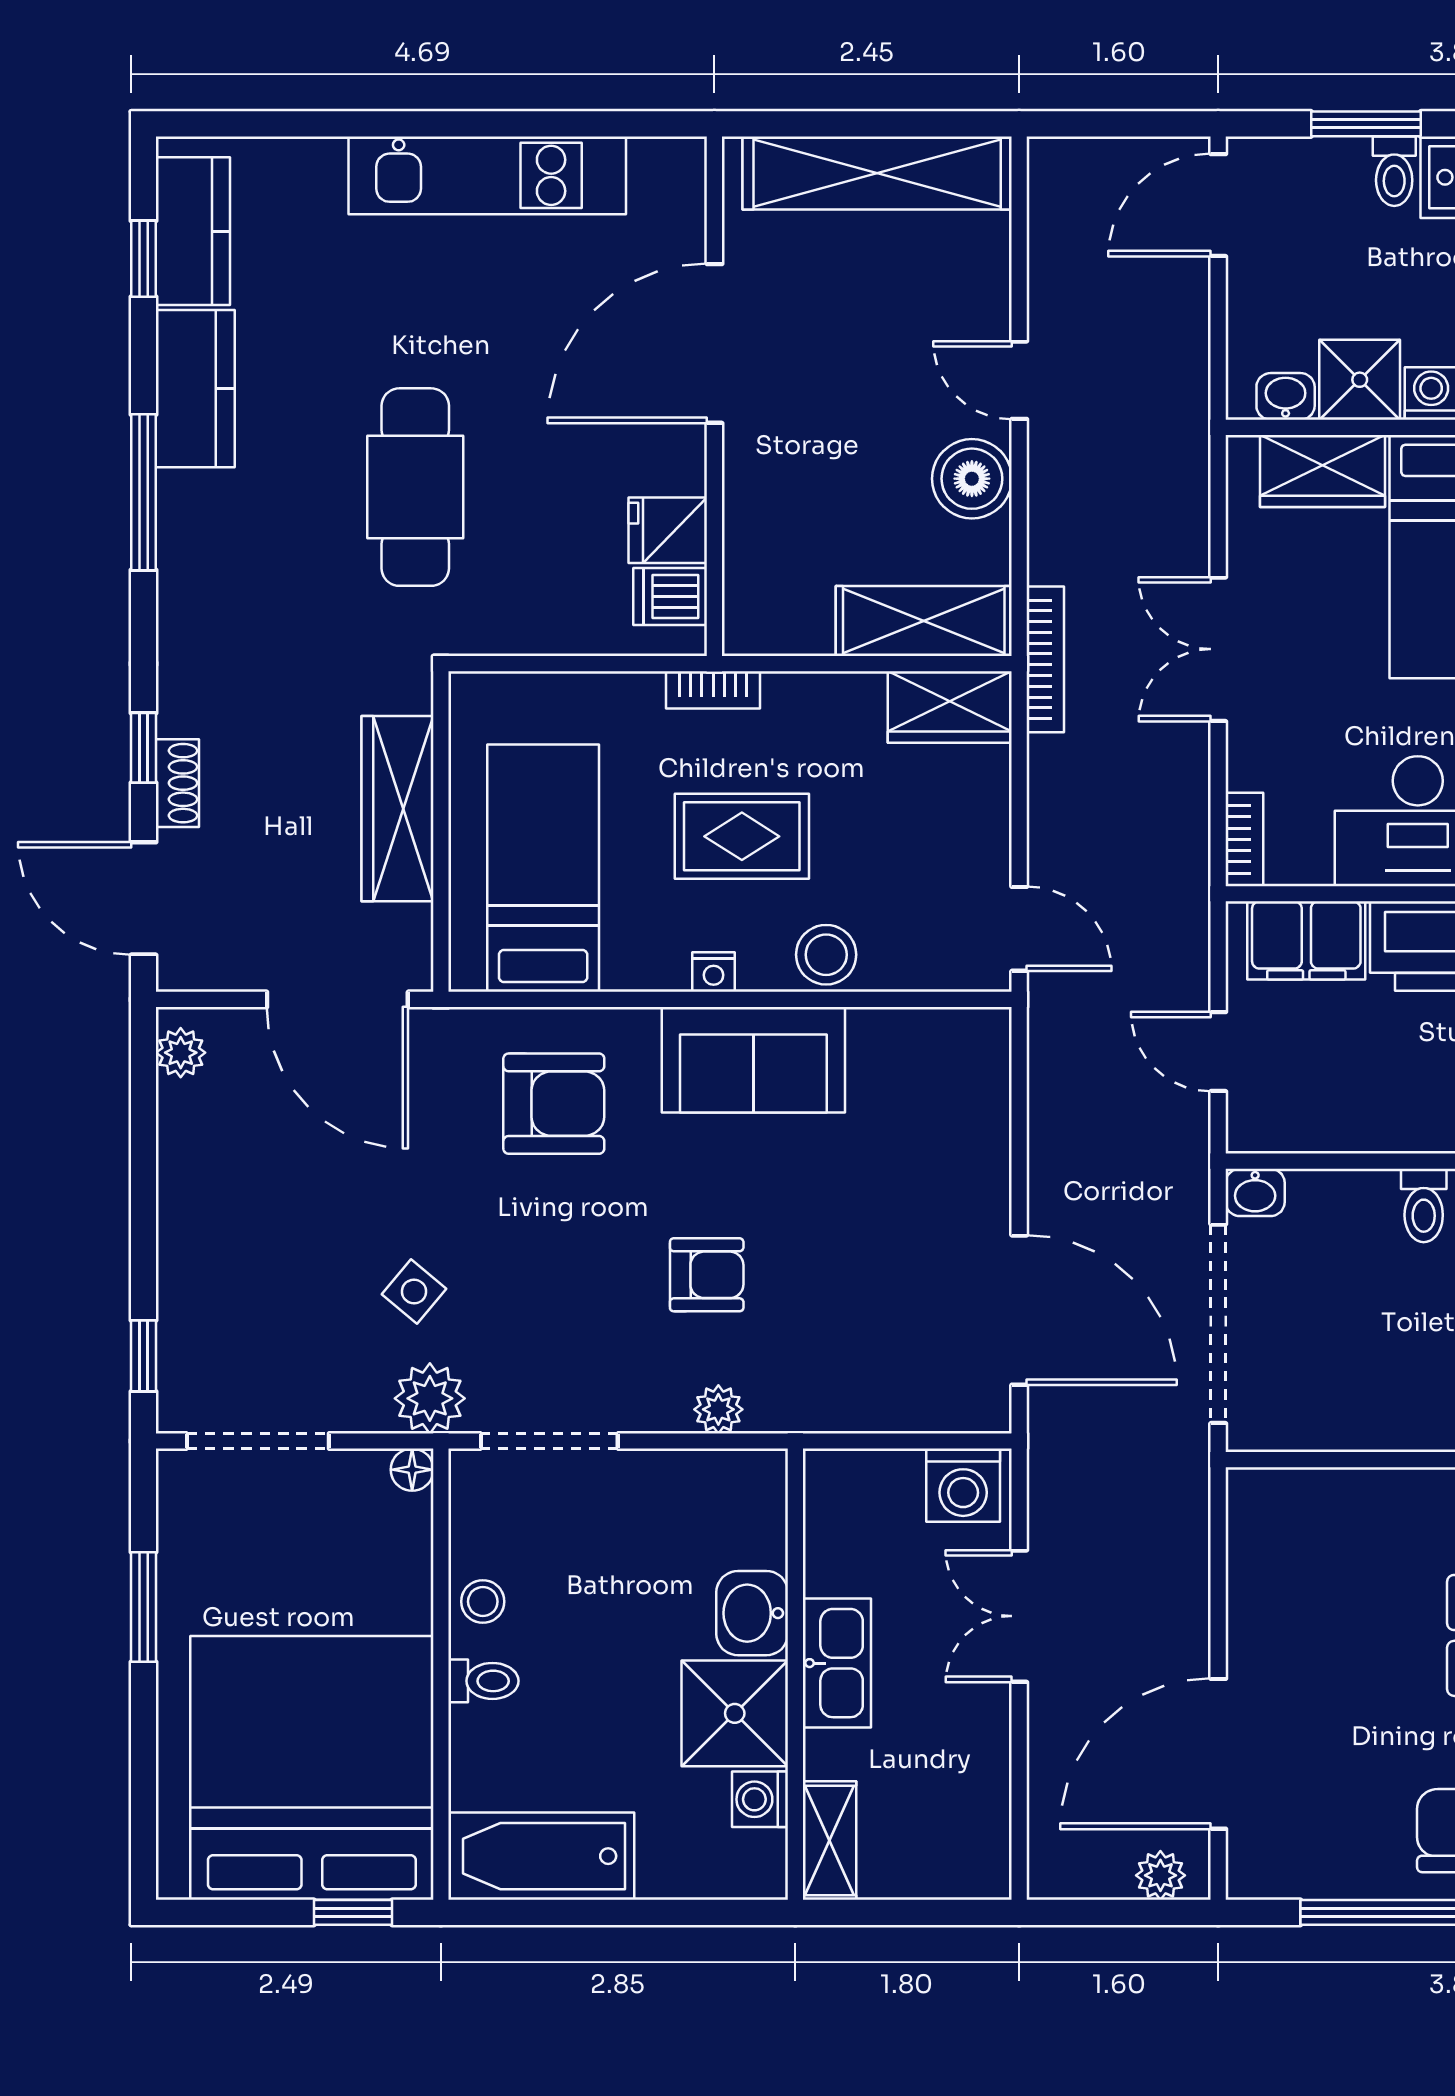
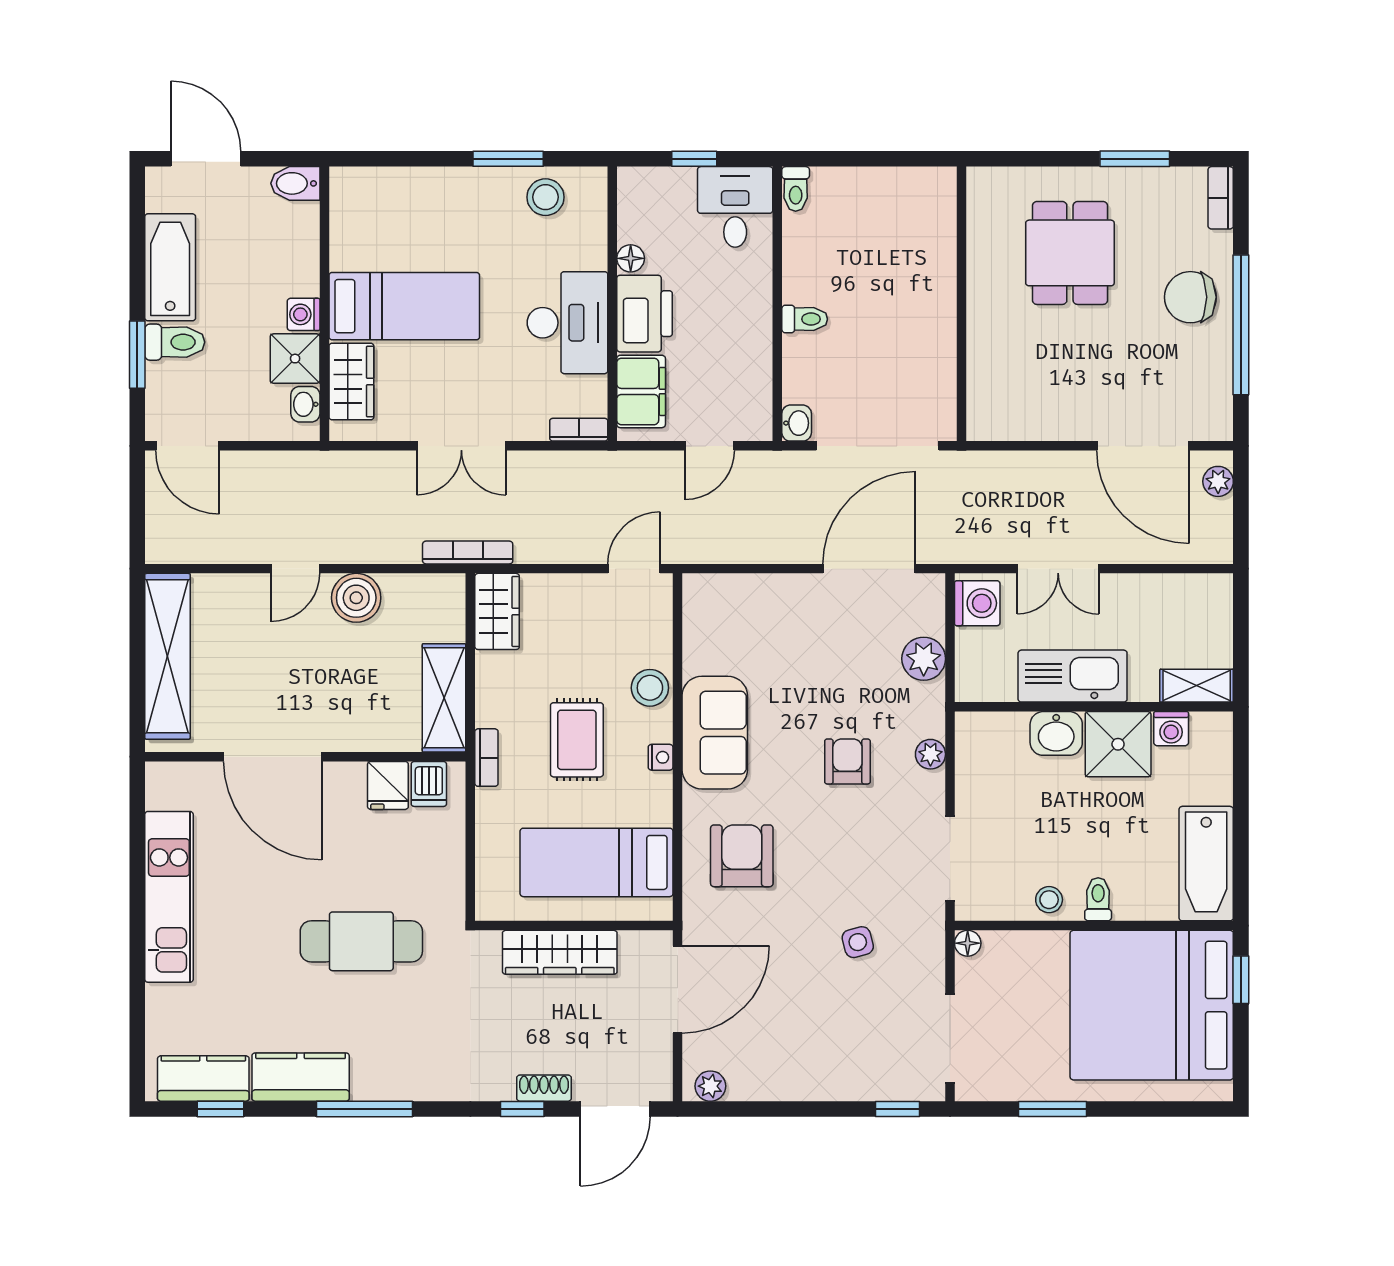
toilet: (1394, 171) -> (175, 342), width x1.37, depth x1.39
shelving: (924, 621) -> (444, 698), moved
side table: (414, 1292) -> (858, 942), turned 35
plant: (430, 1398) -> (924, 659), moved
kitchen sink: (837, 1663) -> (1073, 676), width x1.36, depth x1.24

